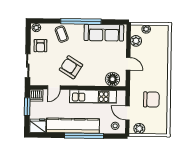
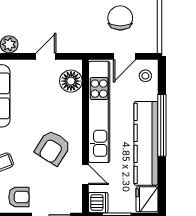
kitchen unit: (93, 97) -> (99, 112), width x1.36
chair: (151, 99) -> (120, 18), moved
plant: (139, 129) -> (149, 37), removed

